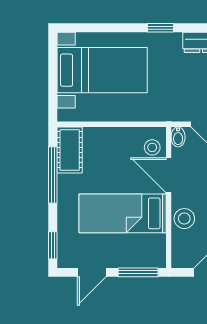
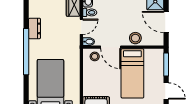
window: (160, 28) -> (26, 52), width x3.17
door: (169, 175) -> (111, 47), hinge flipped

